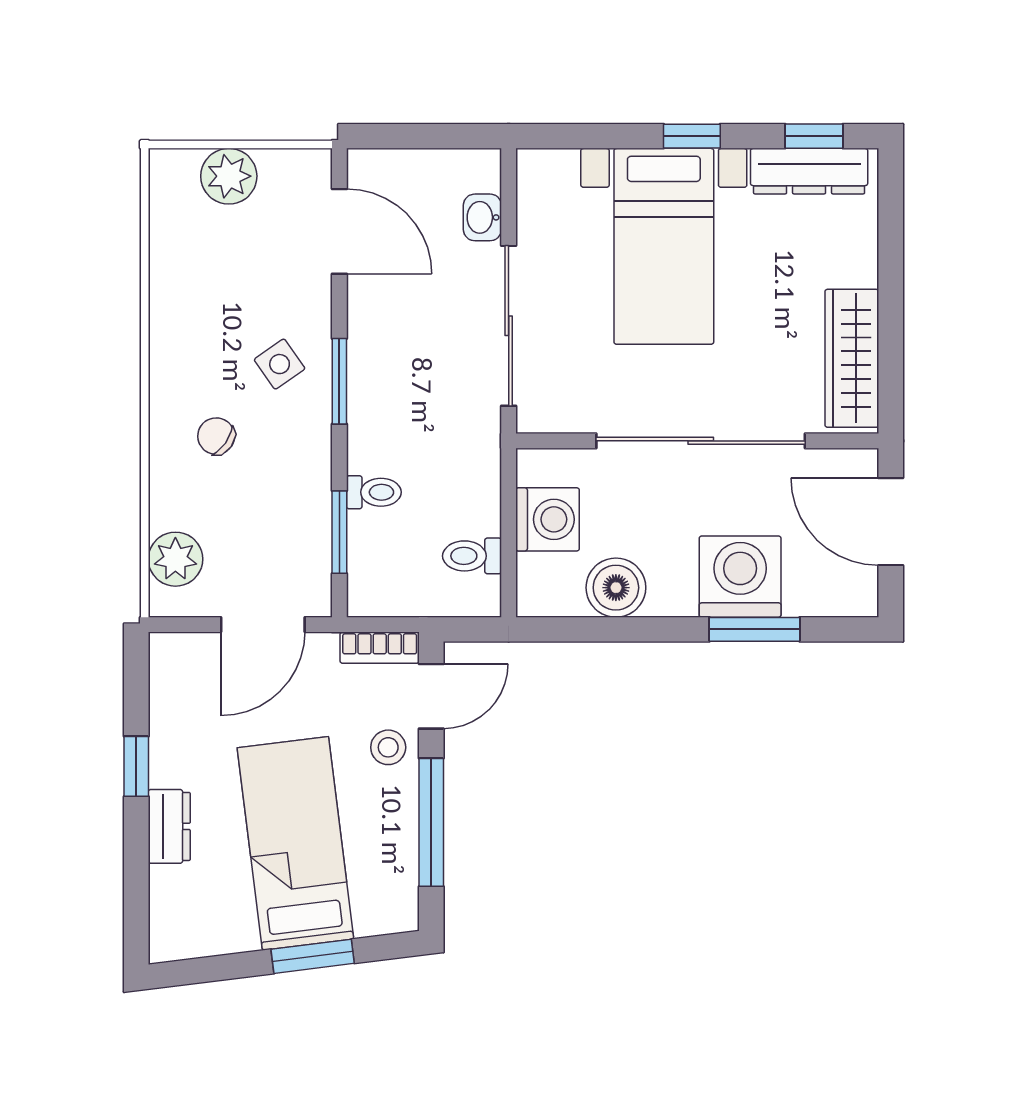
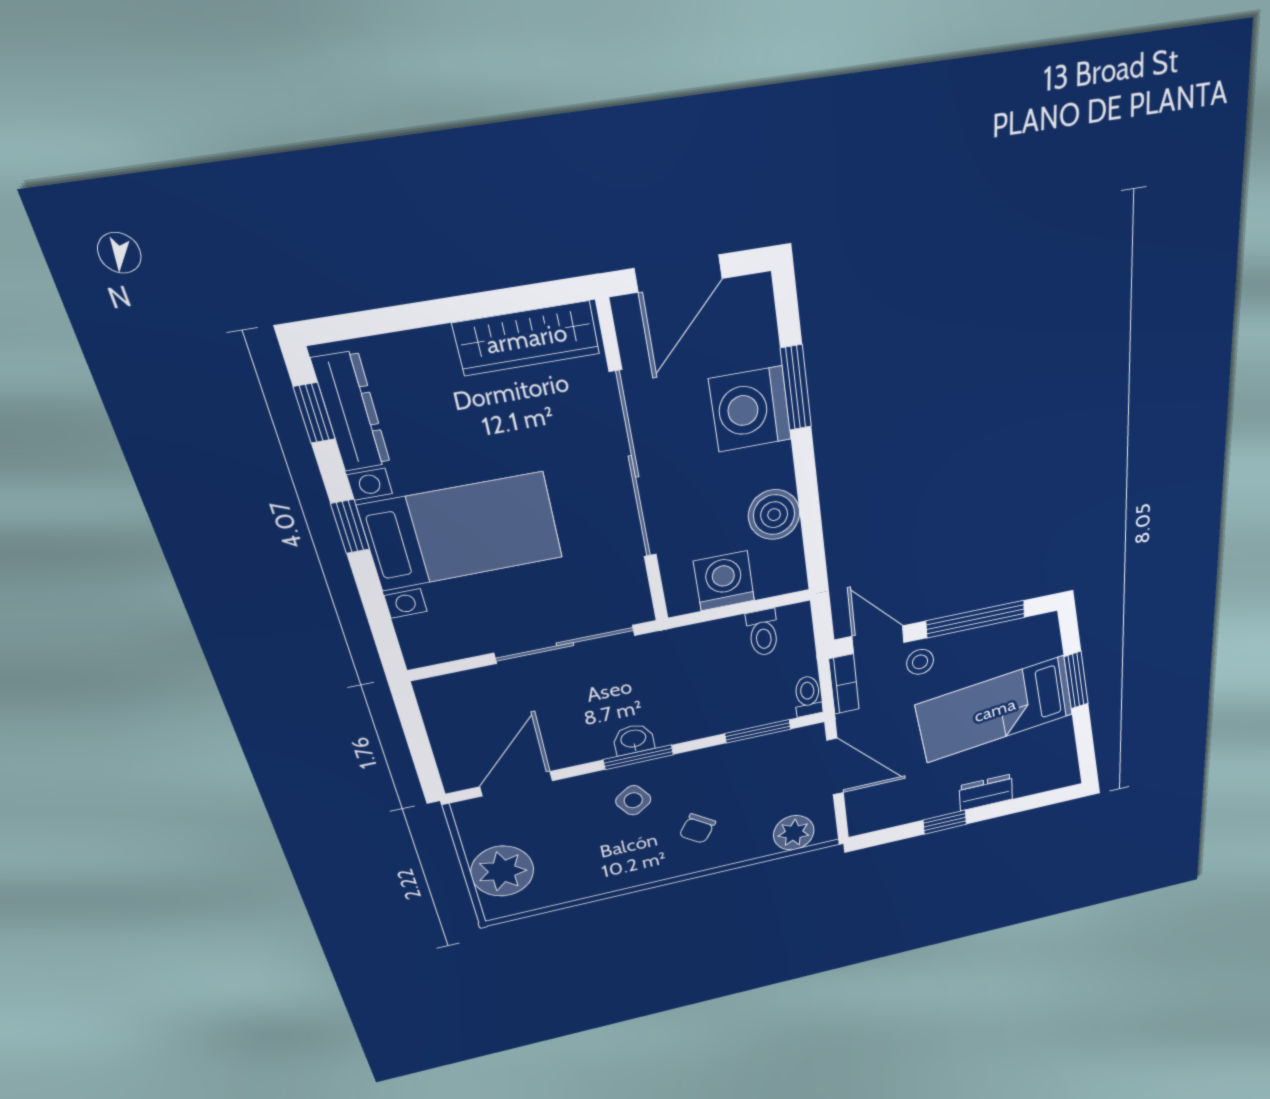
plant: (229, 176) -> (502, 871), width x1.36, depth x1.36
washbasin: (482, 217) -> (634, 739), moved, turned 180
toilet: (374, 492) -> (808, 696), moved

